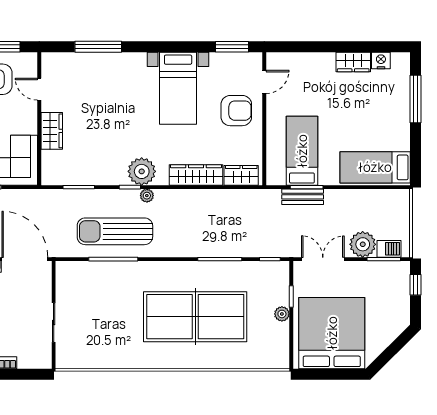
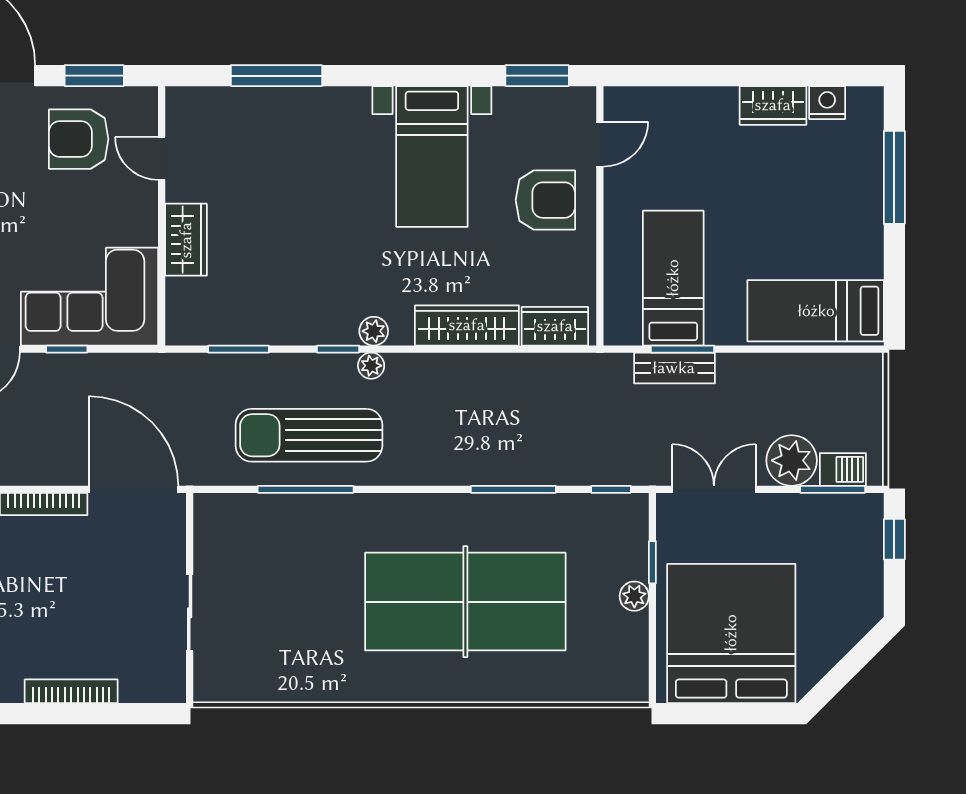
plant: (142, 171) -> (374, 331), width x0.53, depth x0.53

